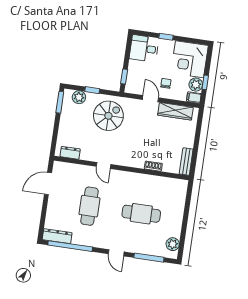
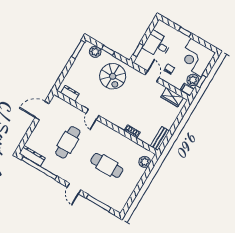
desk: (144, 48) -> (157, 45), moved
wardrobe: (175, 111) -> (172, 97), width x0.67
spiral stairs: (108, 116) -> (113, 76), turned 90
plant: (173, 244) -> (145, 162), moved

